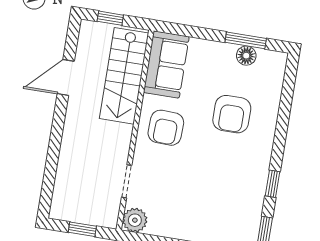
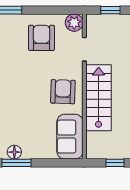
stairs: (124, 76) -> (99, 98), moved
armchair: (232, 114) -> (41, 38), moved

